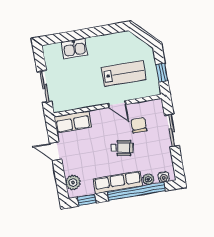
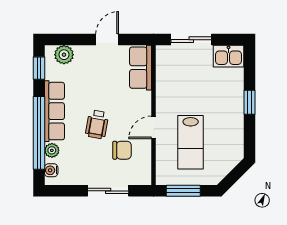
window: (85, 33) -> (250, 102), added
kitchen sink: (75, 48) -> (228, 56), moved, turned -90
window: (162, 73) -> (183, 191), width x1.50

